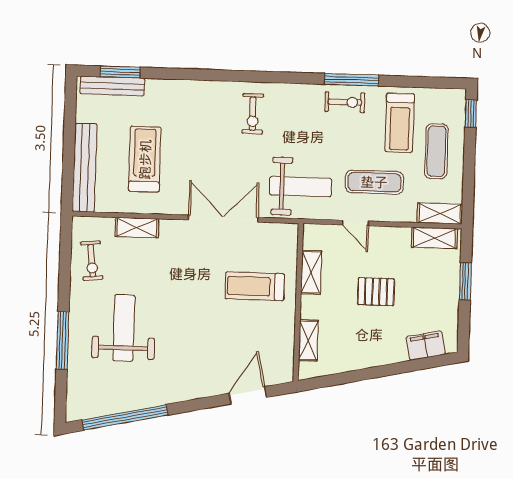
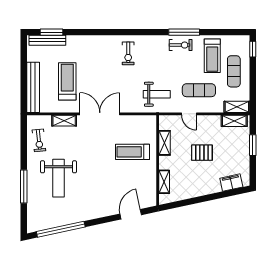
weight bench: (300, 187) -> (157, 94), width x0.73, depth x0.75
double door: (223, 219) -> (100, 114), moved
weight bench: (124, 328) -> (59, 178), turned 180

